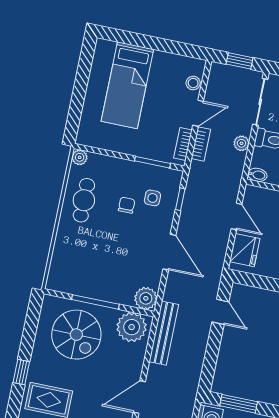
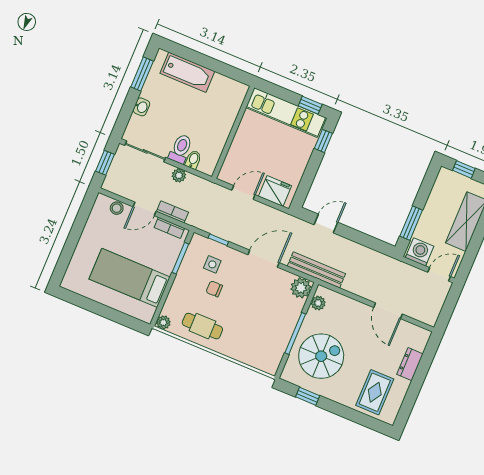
bed: (127, 85) -> (130, 278), moved, turned 180
door: (198, 113) -> (145, 209), swing flipped
bidet: (257, 175) -> (193, 160), moved
plant: (132, 327) -> (318, 303), width x0.53, depth x0.53
bench: (164, 333) -> (316, 270), moved
window: (21, 372) -> (308, 396), moved

